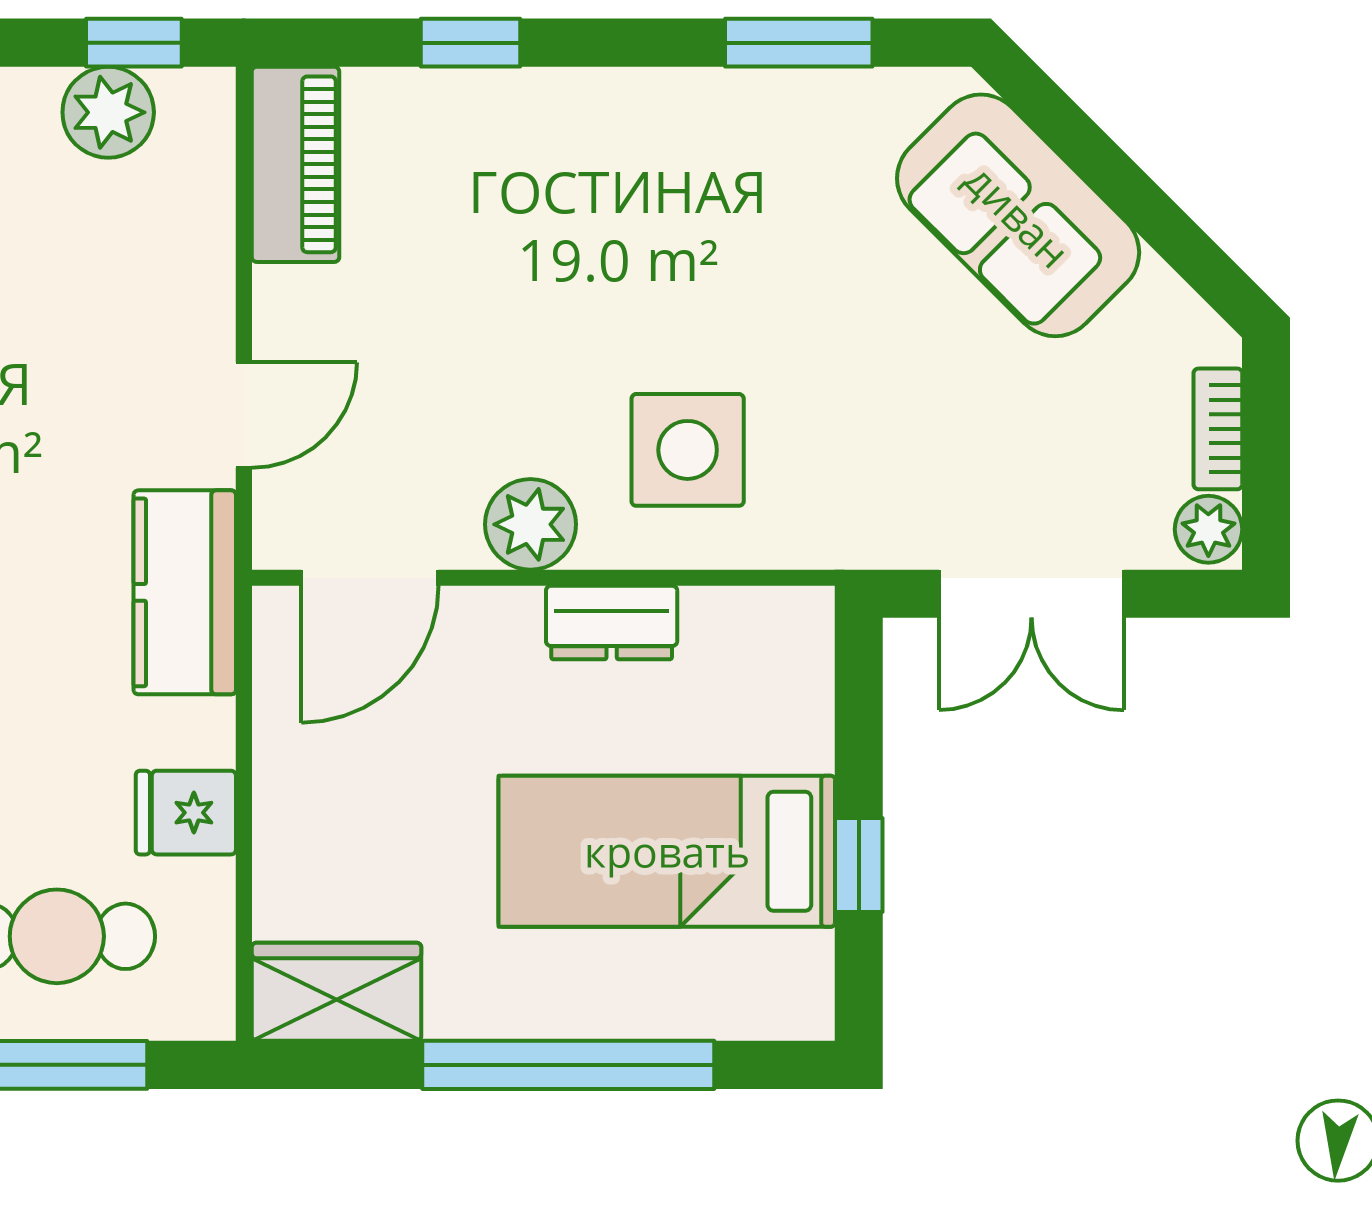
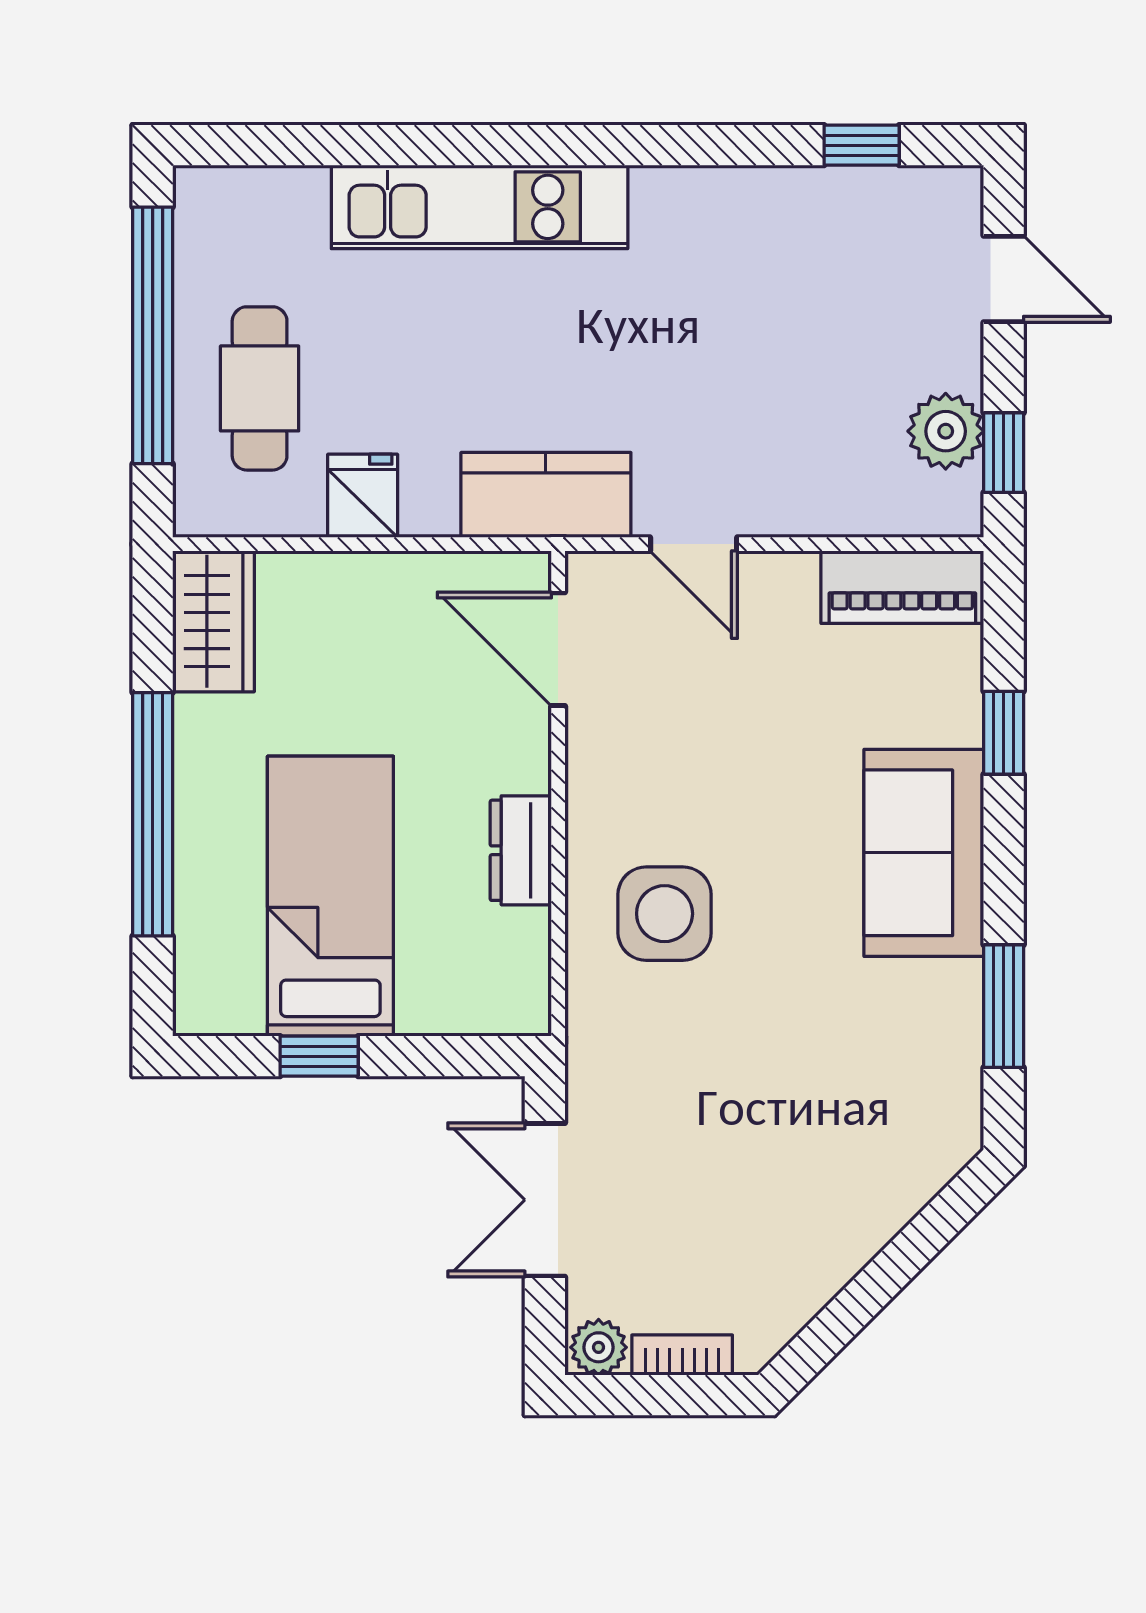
sofa: (1018, 215) -> (924, 853), moved, turned -45
plant: (530, 524) -> (603, 783), removed

